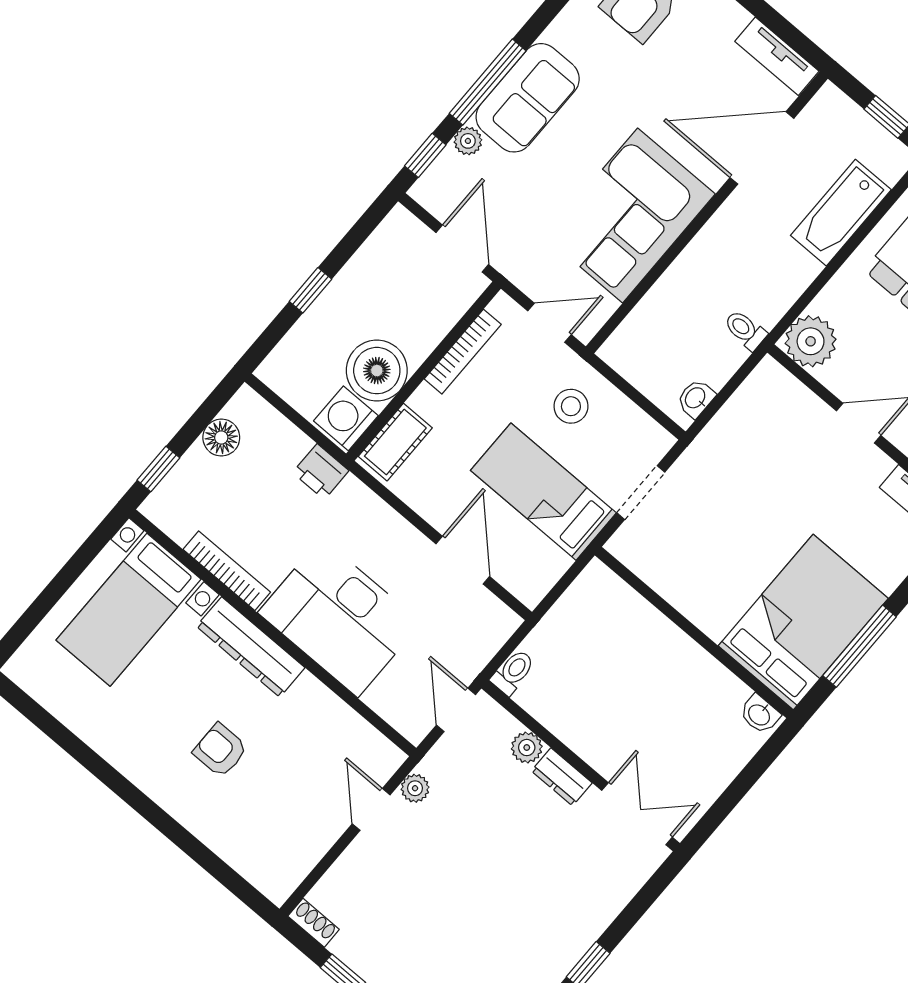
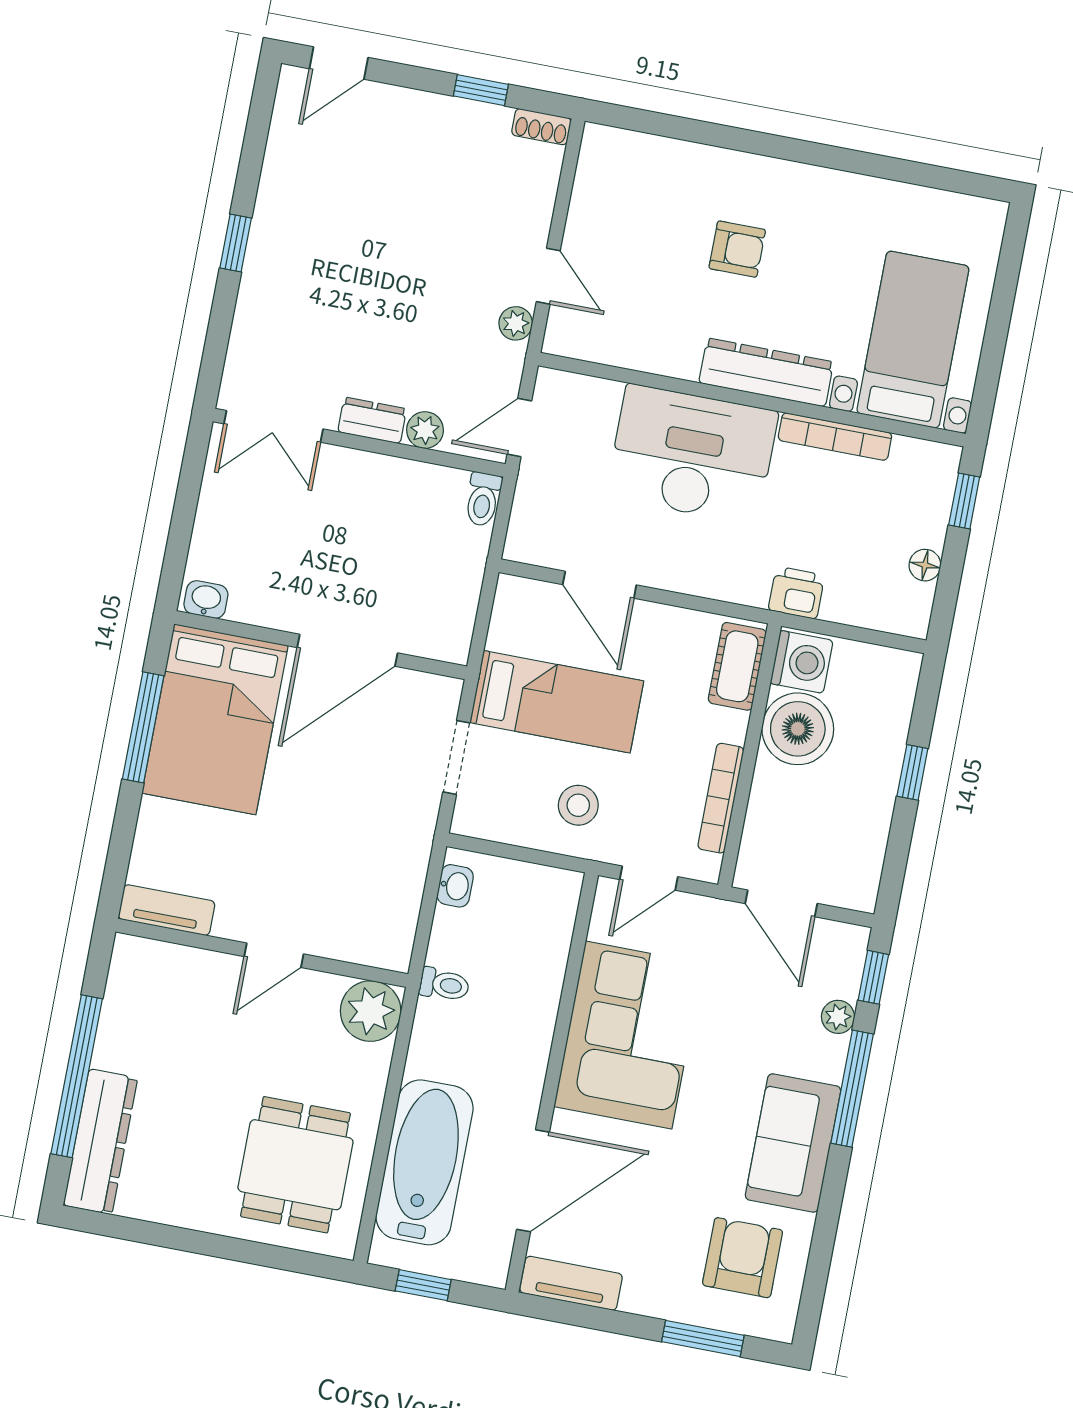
sofa: (528, 98) -> (793, 1143), moved
bathtub: (841, 213) -> (424, 1162), width x1.36, depth x1.36
floor lamp: (221, 438) -> (925, 565), width x0.73, depth x0.73
door: (676, 617) -> (347, 650), added
door: (456, 710) -> (519, 427), swing flipped

